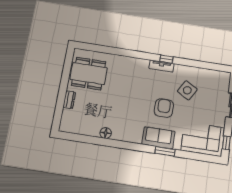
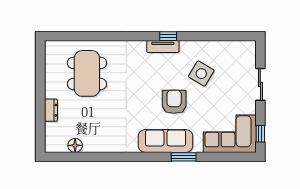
dining table: (89, 74) -> (87, 73), moved, turned 90
floor lamp: (106, 133) -> (75, 145), moved
sofa: (158, 138) -> (166, 141), width x1.36

